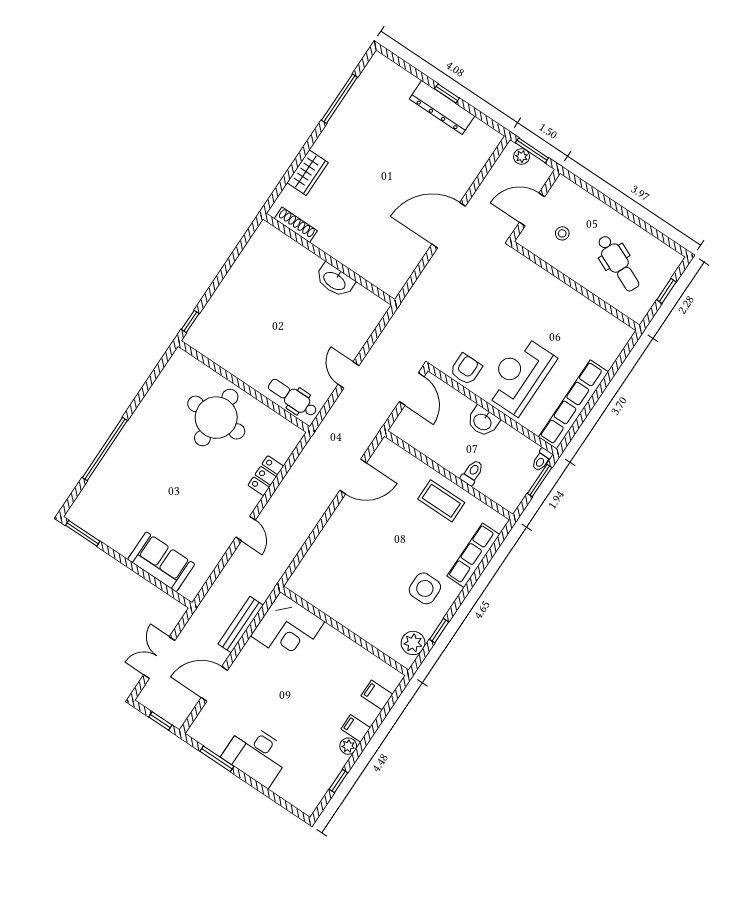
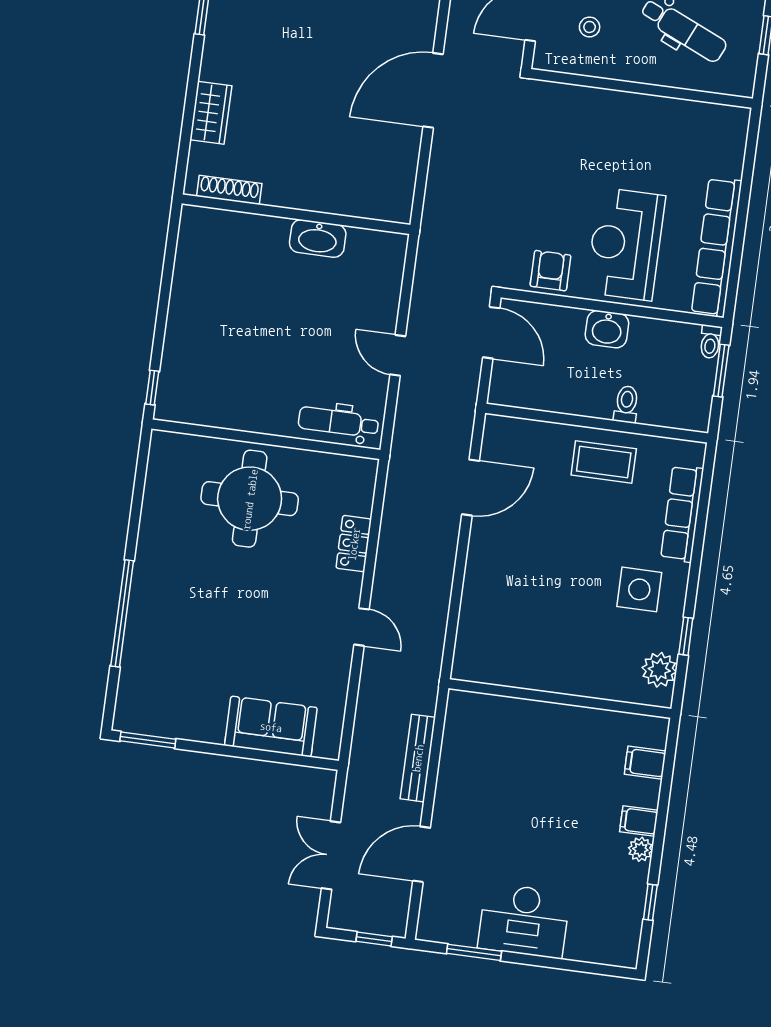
corner desk: (288, 629) -> (483, 733), removed

